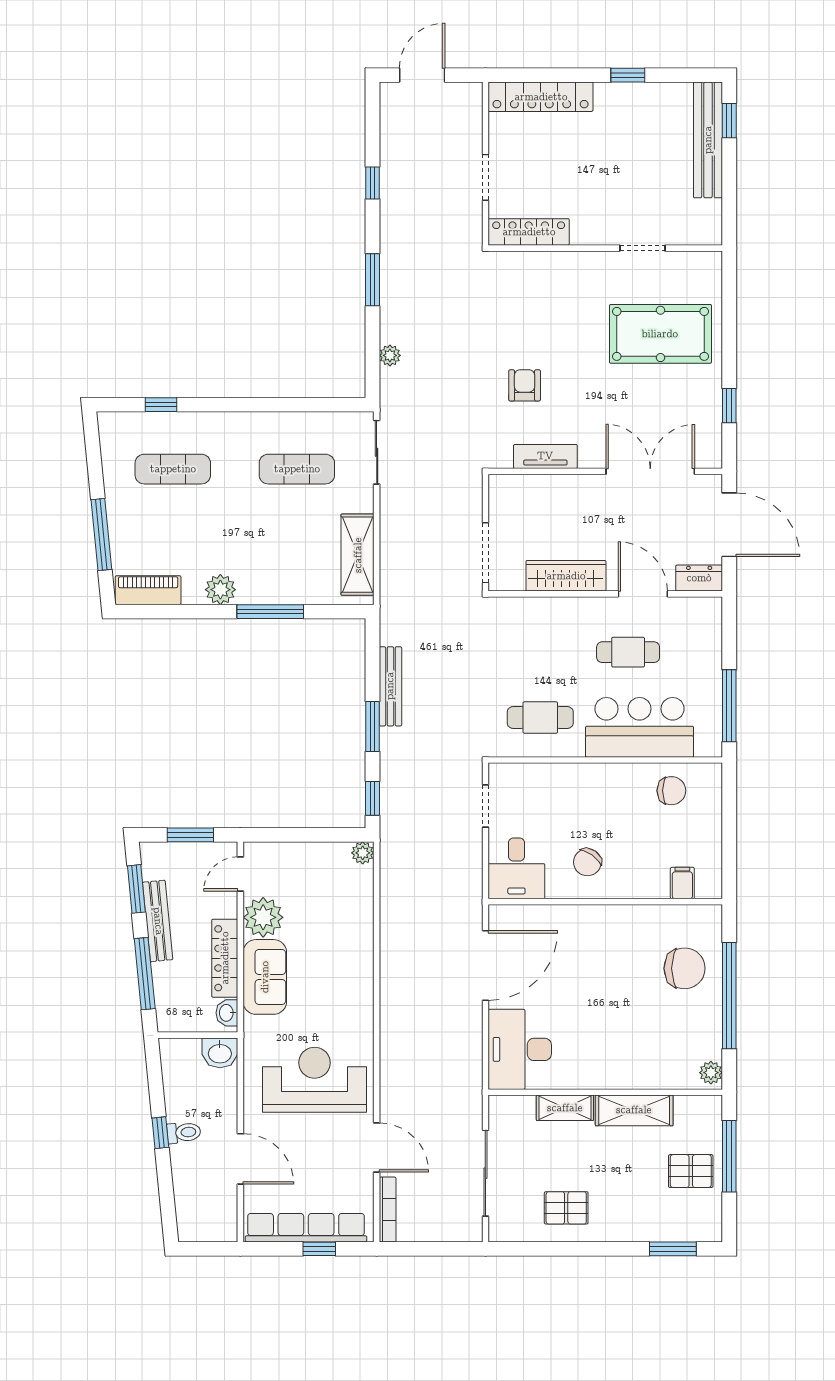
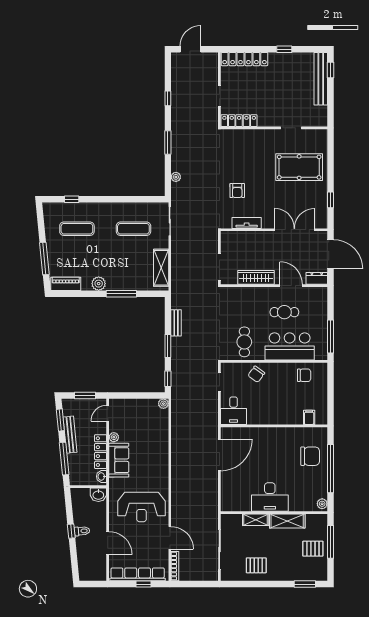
armchair: (525, 385) -> (237, 191), turned 180
bench: (390, 686) -> (176, 323), width x0.73
cafe table: (540, 717) -> (244, 342), turned 90
chair: (587, 862) -> (256, 374), moved
plant: (263, 917) -> (114, 437), width x0.53, depth x0.53
desk: (520, 1049) -> (270, 497), moved, turned -90
reception desk: (315, 1080) -> (141, 507), turned 180

